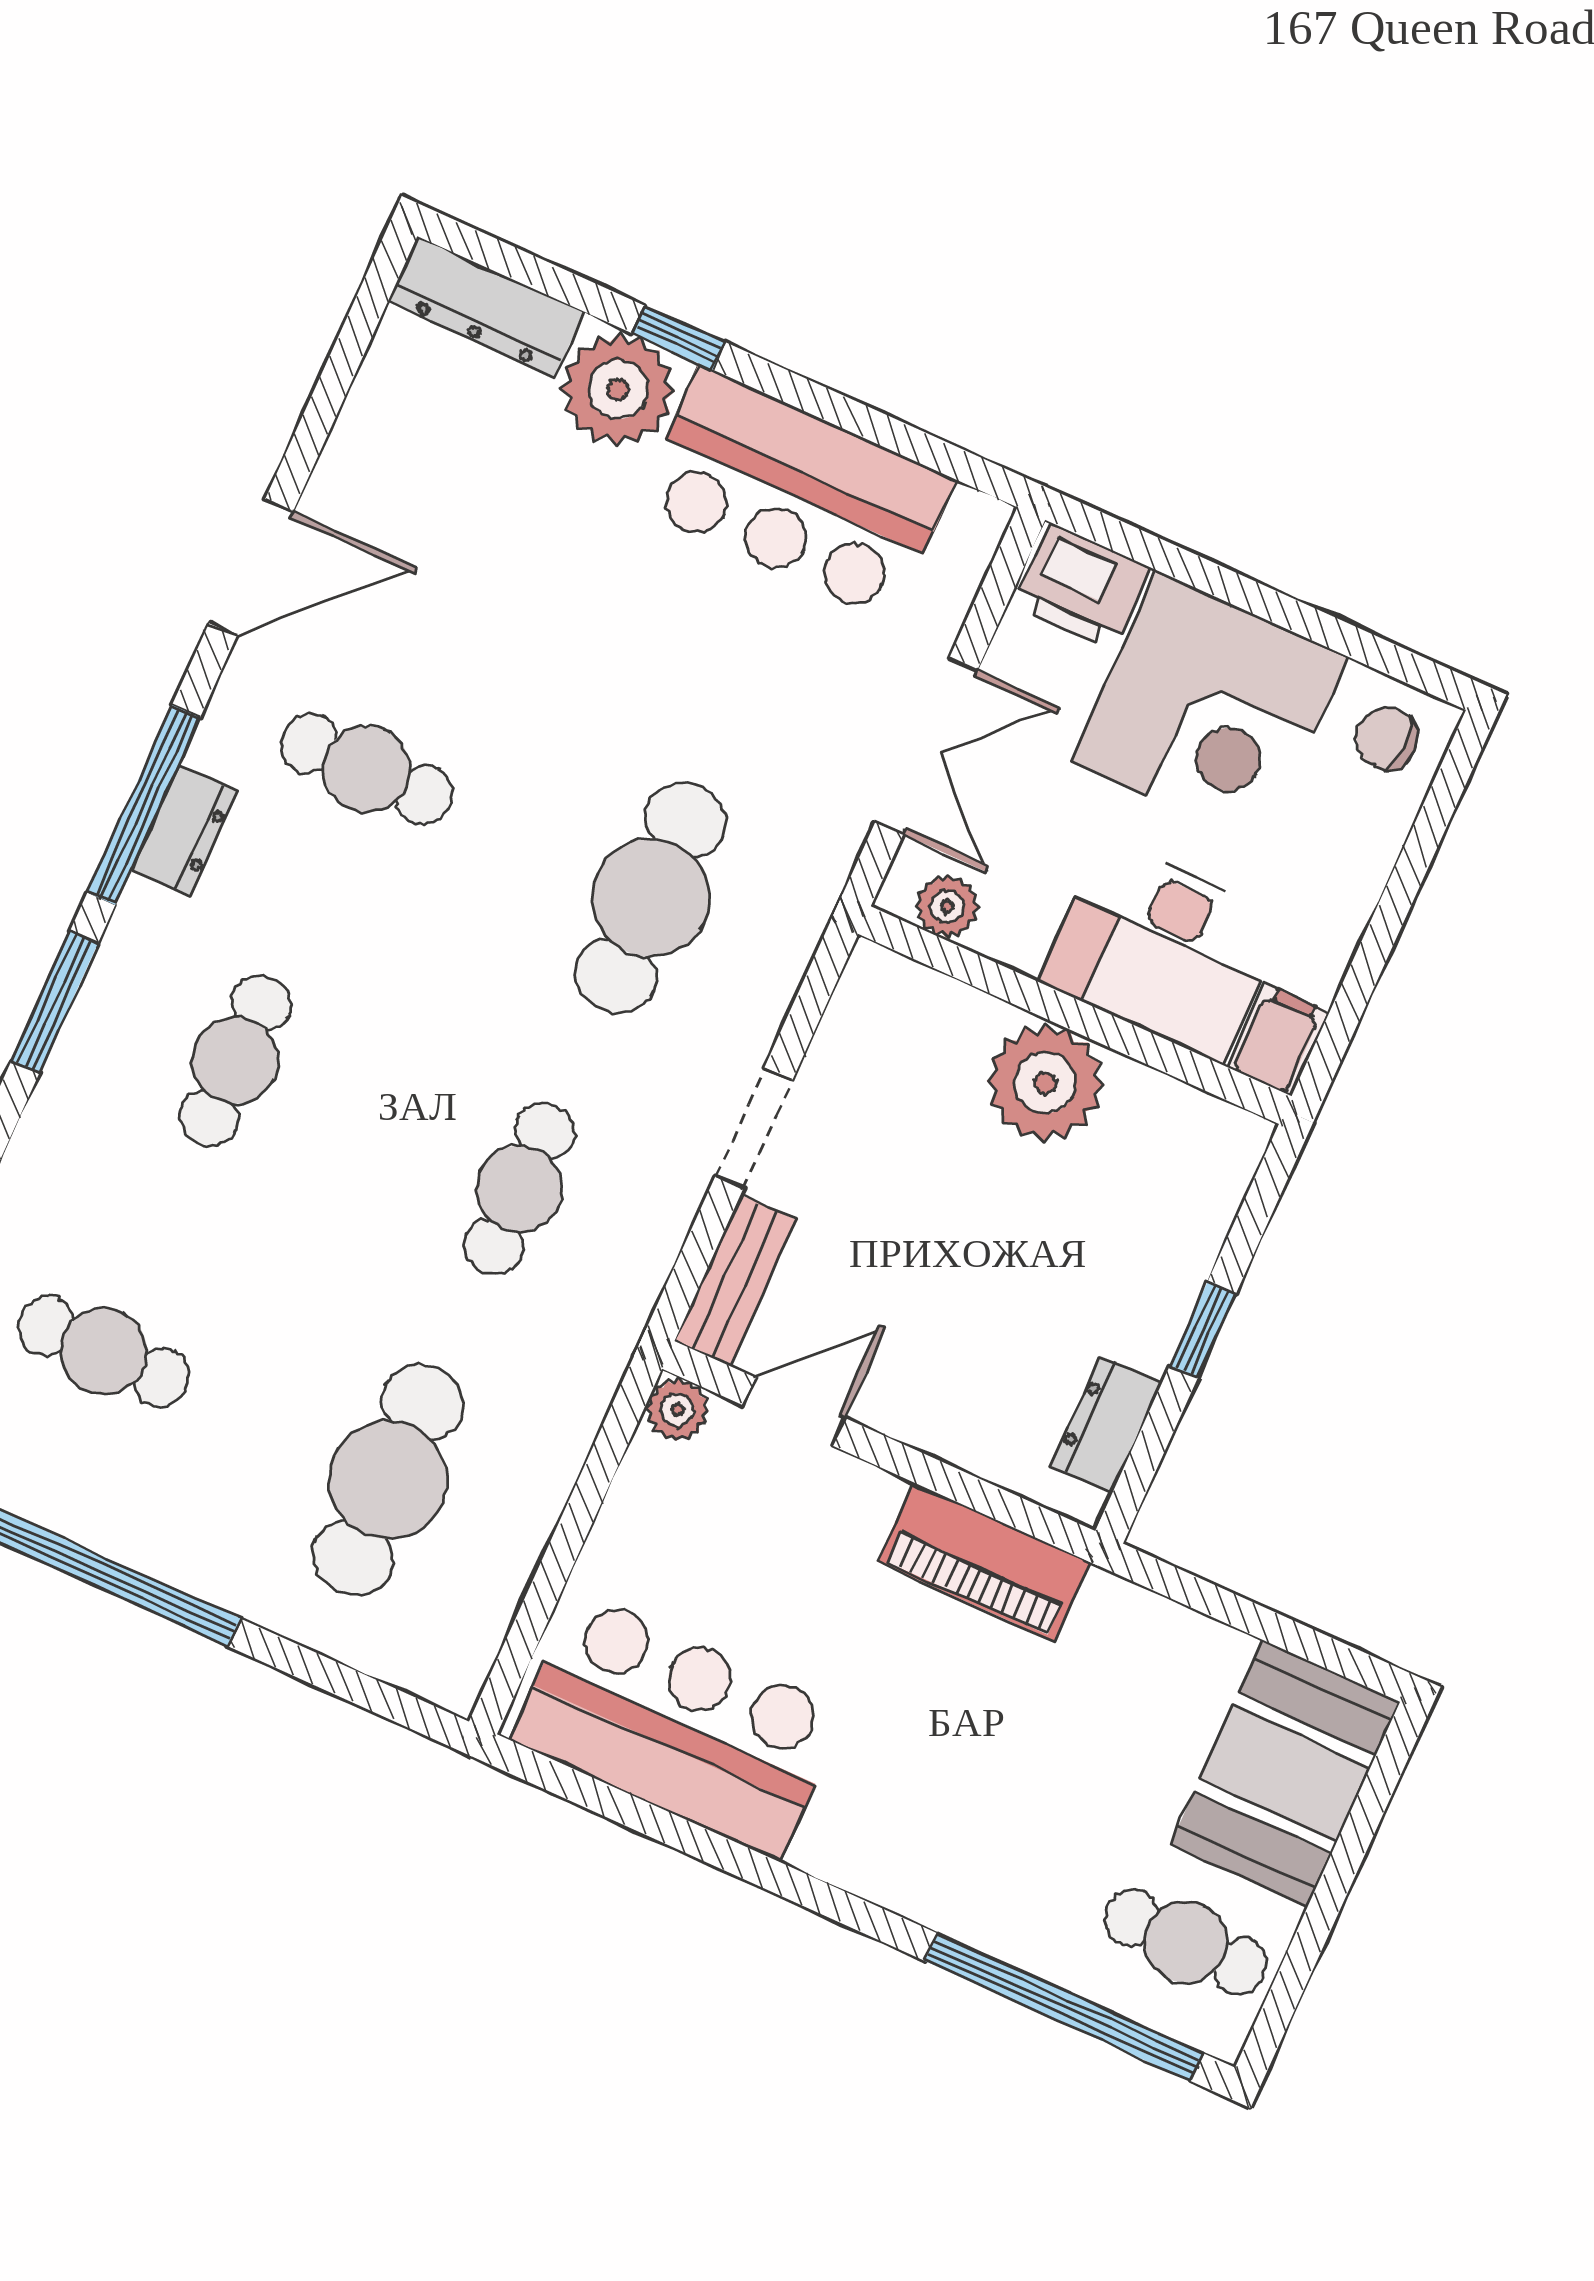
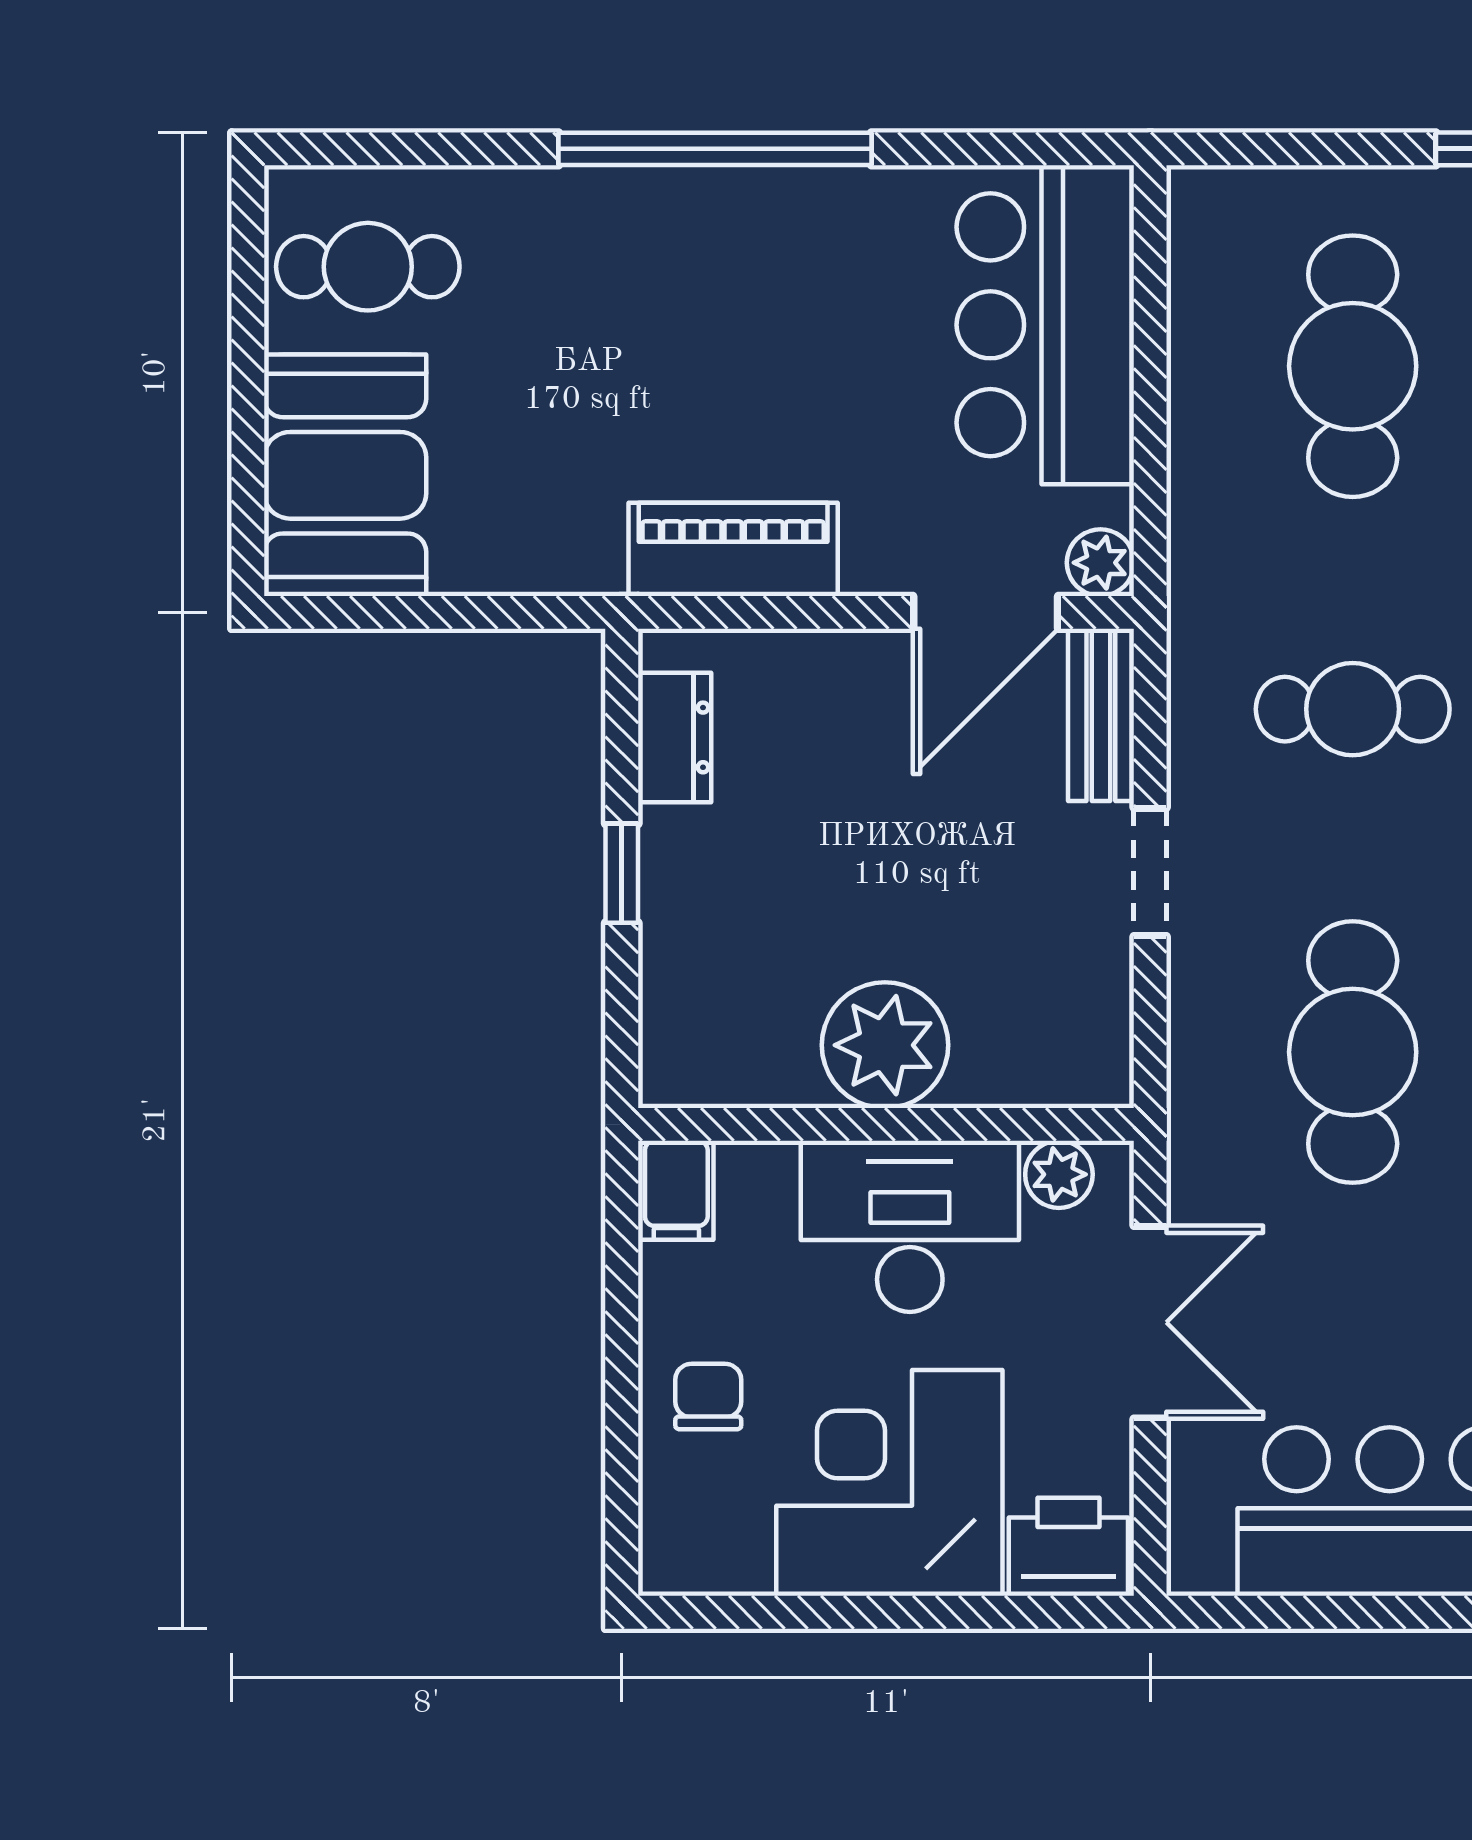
chair: (1387, 738) -> (708, 1397), moved, turned -90
double door: (926, 746) -> (1150, 1322), swing flipped
desk: (1162, 950) -> (910, 1226), moved
cafe table: (519, 1189) -> (1353, 709), turned 90
door: (794, 1412) -> (986, 612), width x1.38
bar counter: (678, 1726) -> (1045, 325), moved, turned 90
window: (1064, 2007) -> (715, 149), moved

